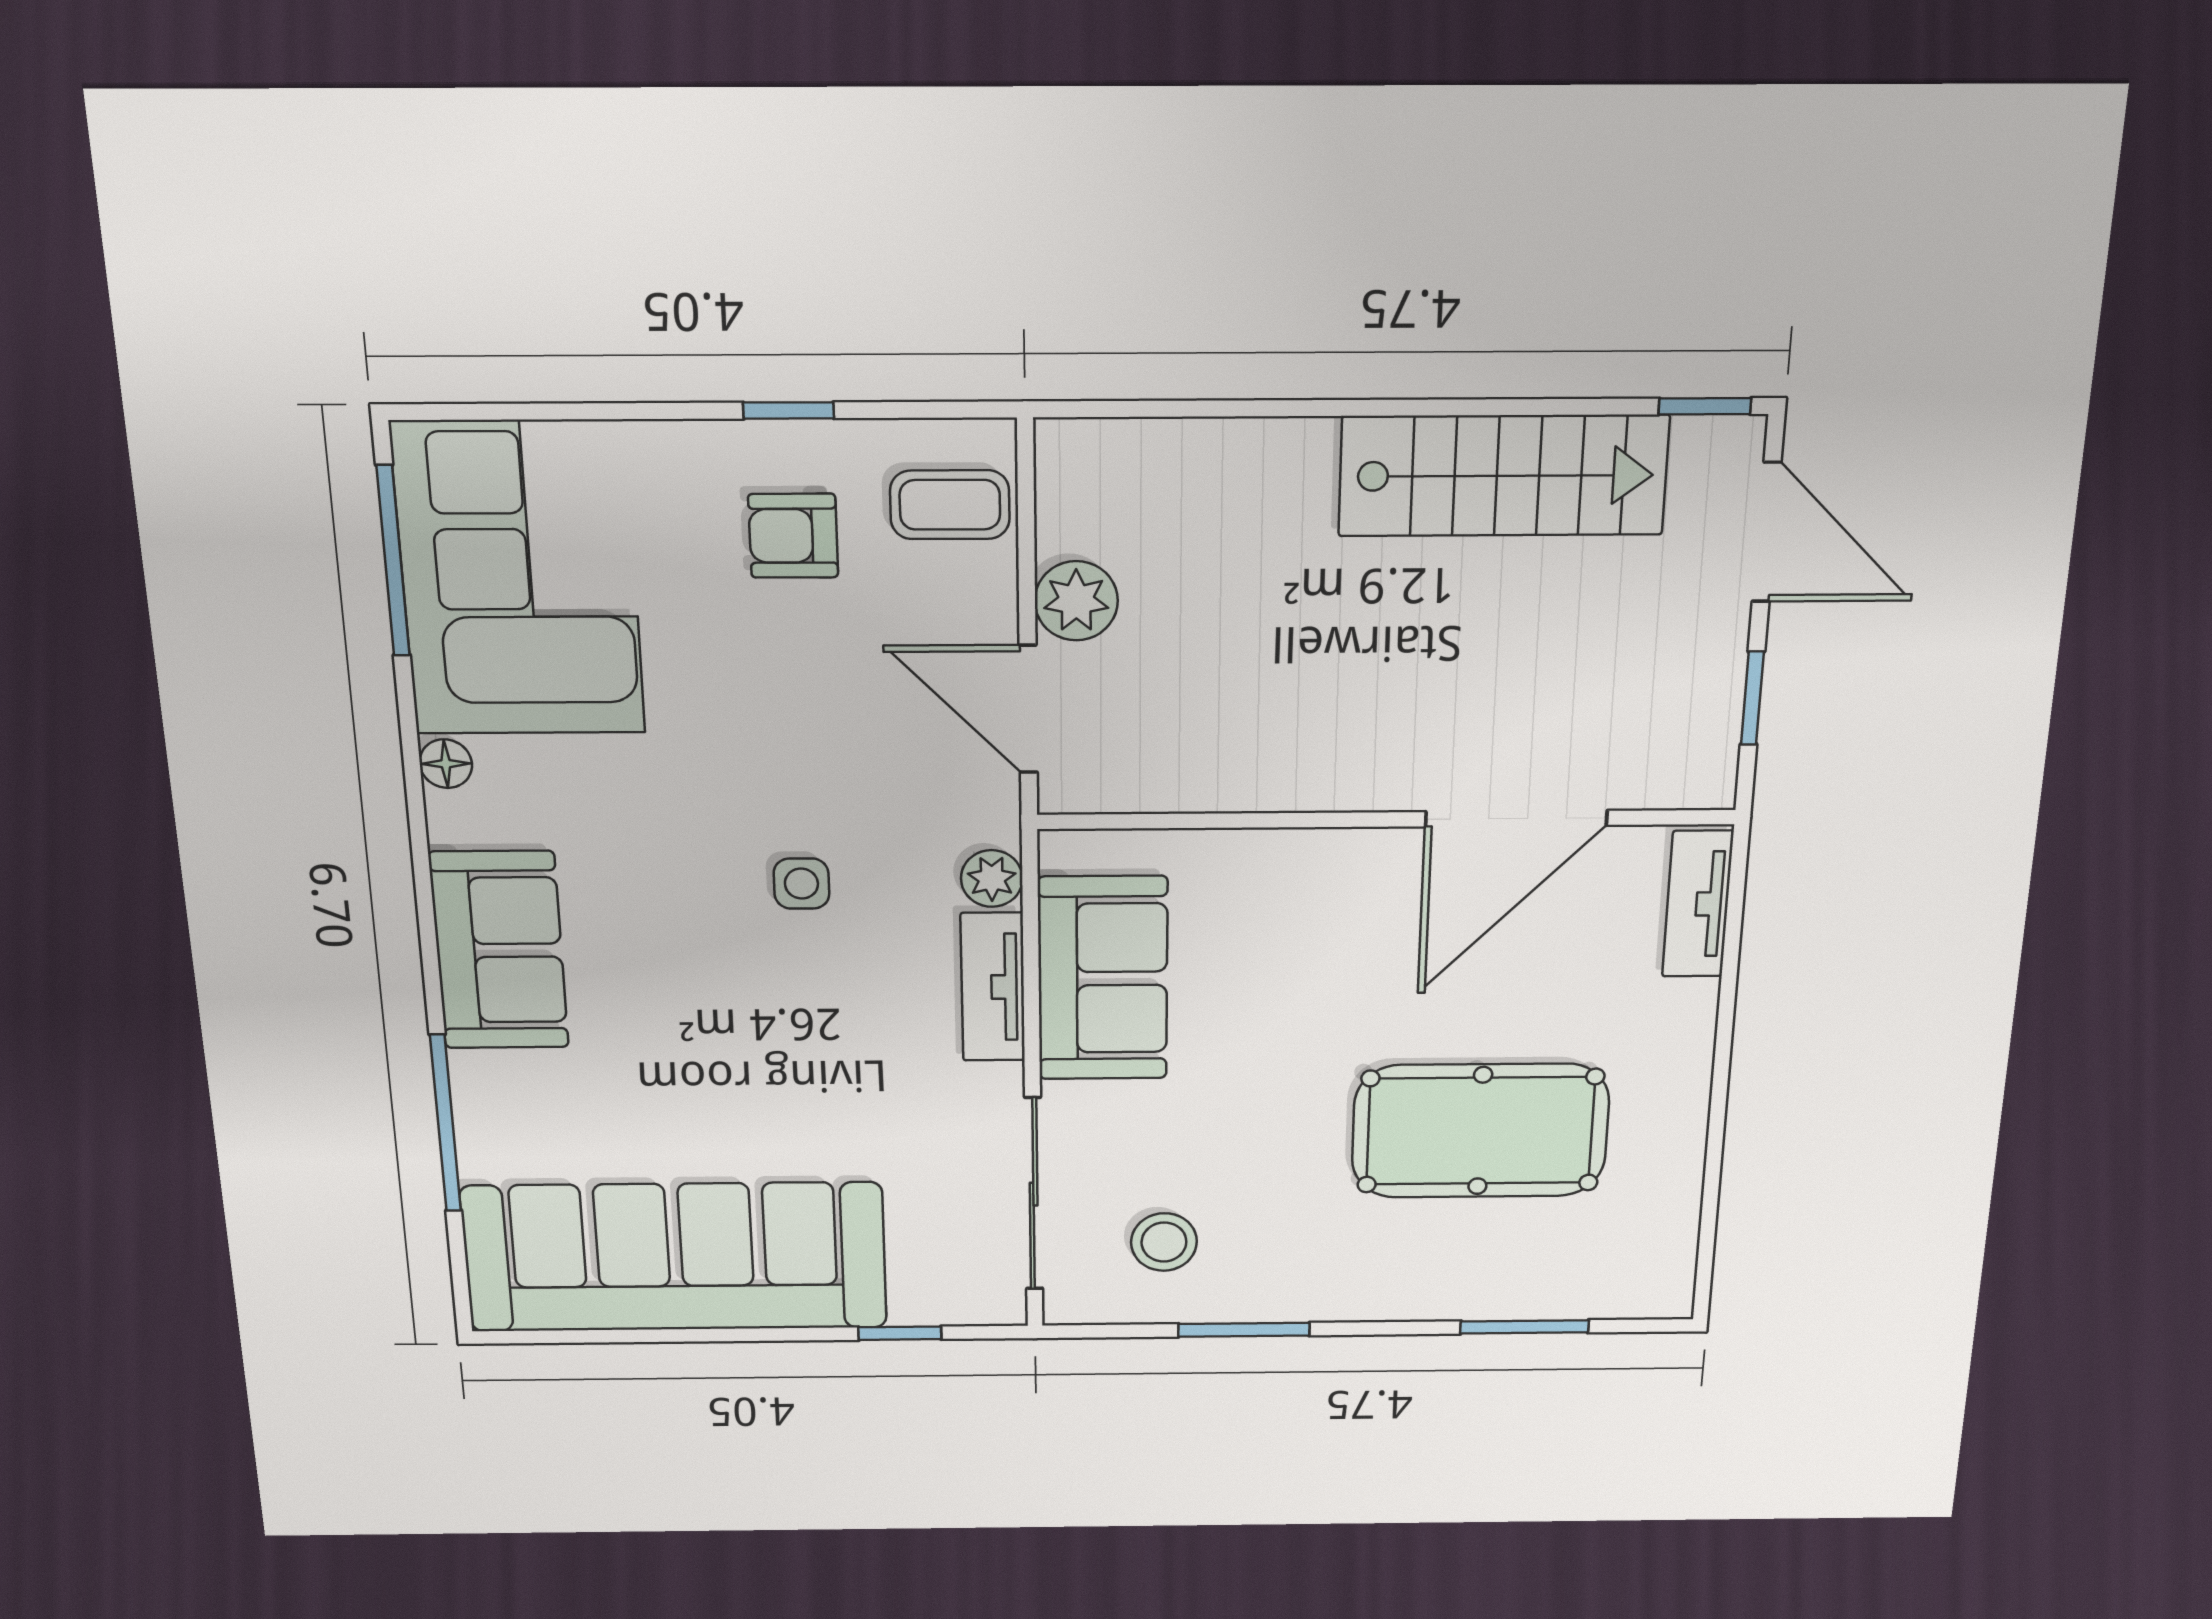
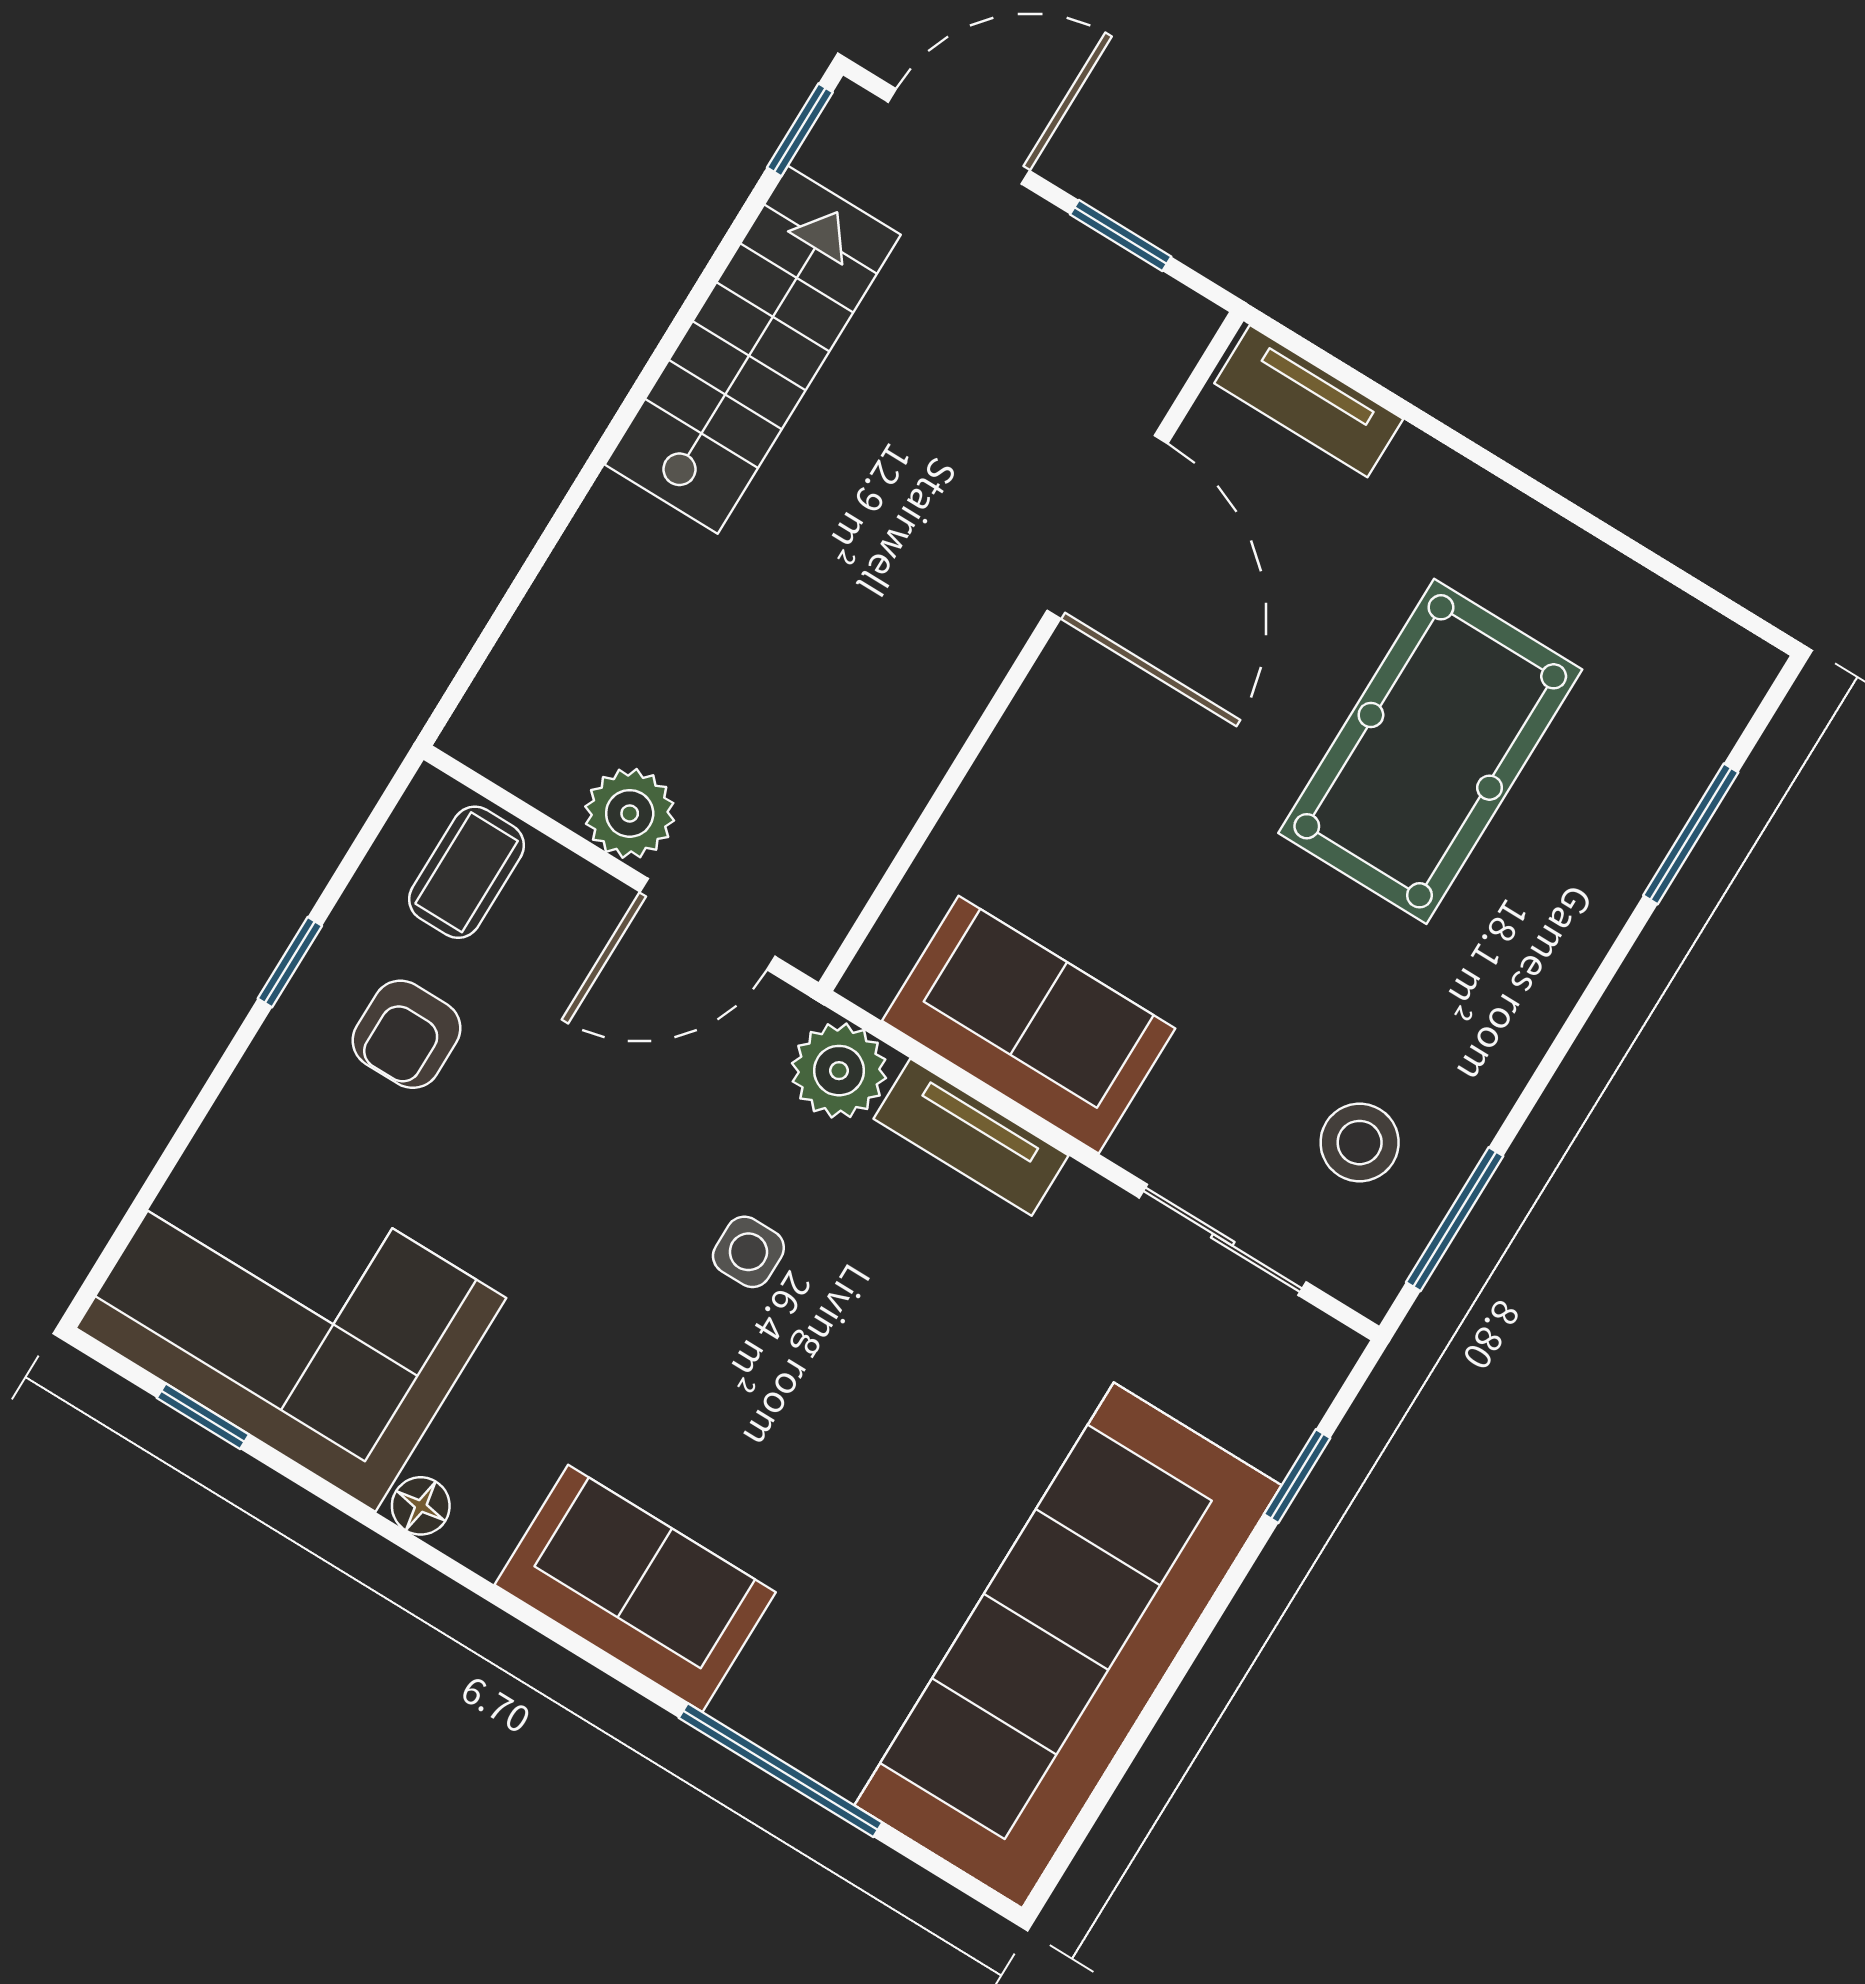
window: (393, 561) -> (203, 1416), width x0.46
plant: (992, 879) -> (839, 1071), width x1.38, depth x1.38
sliding door: (1034, 1194) -> (1223, 1240), width x0.73
window: (1244, 1330) -> (1455, 1219), moved

